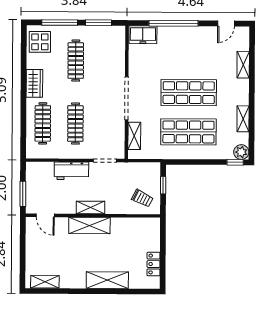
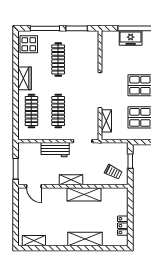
freezer: (143, 35) -> (131, 38), moved
shelving: (89, 225) -> (84, 194), moved

